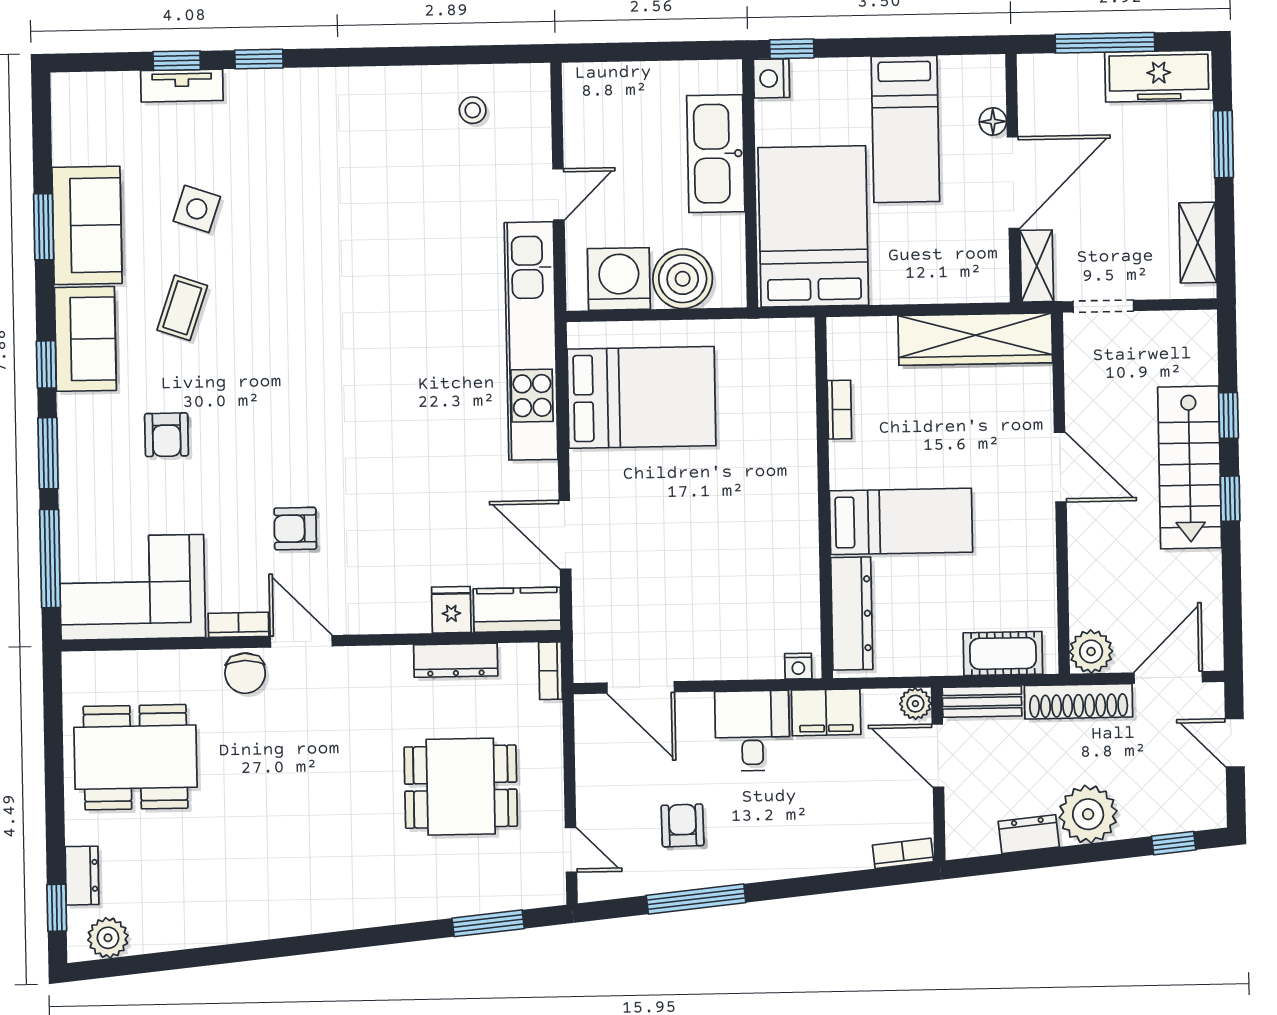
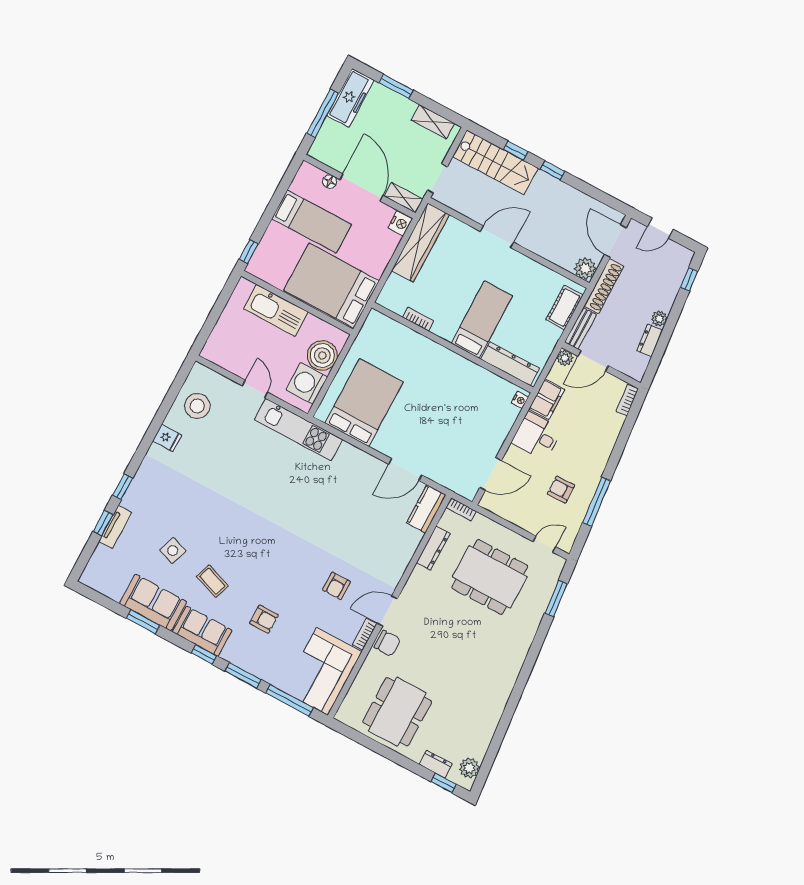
nightstand: (771, 78) -> (400, 223), moved, turned -90
stool: (473, 110) -> (197, 406), width x1.89, depth x1.89
kitchen unit: (531, 341) -> (298, 429), width x0.73
stairs: (1190, 467) -> (495, 162), moved
fridge: (451, 610) -> (167, 438), moved, turned 180
dining table: (461, 787) -> (490, 577), width x1.38
plant: (1088, 814) -> (659, 319), width x0.53, depth x0.53

